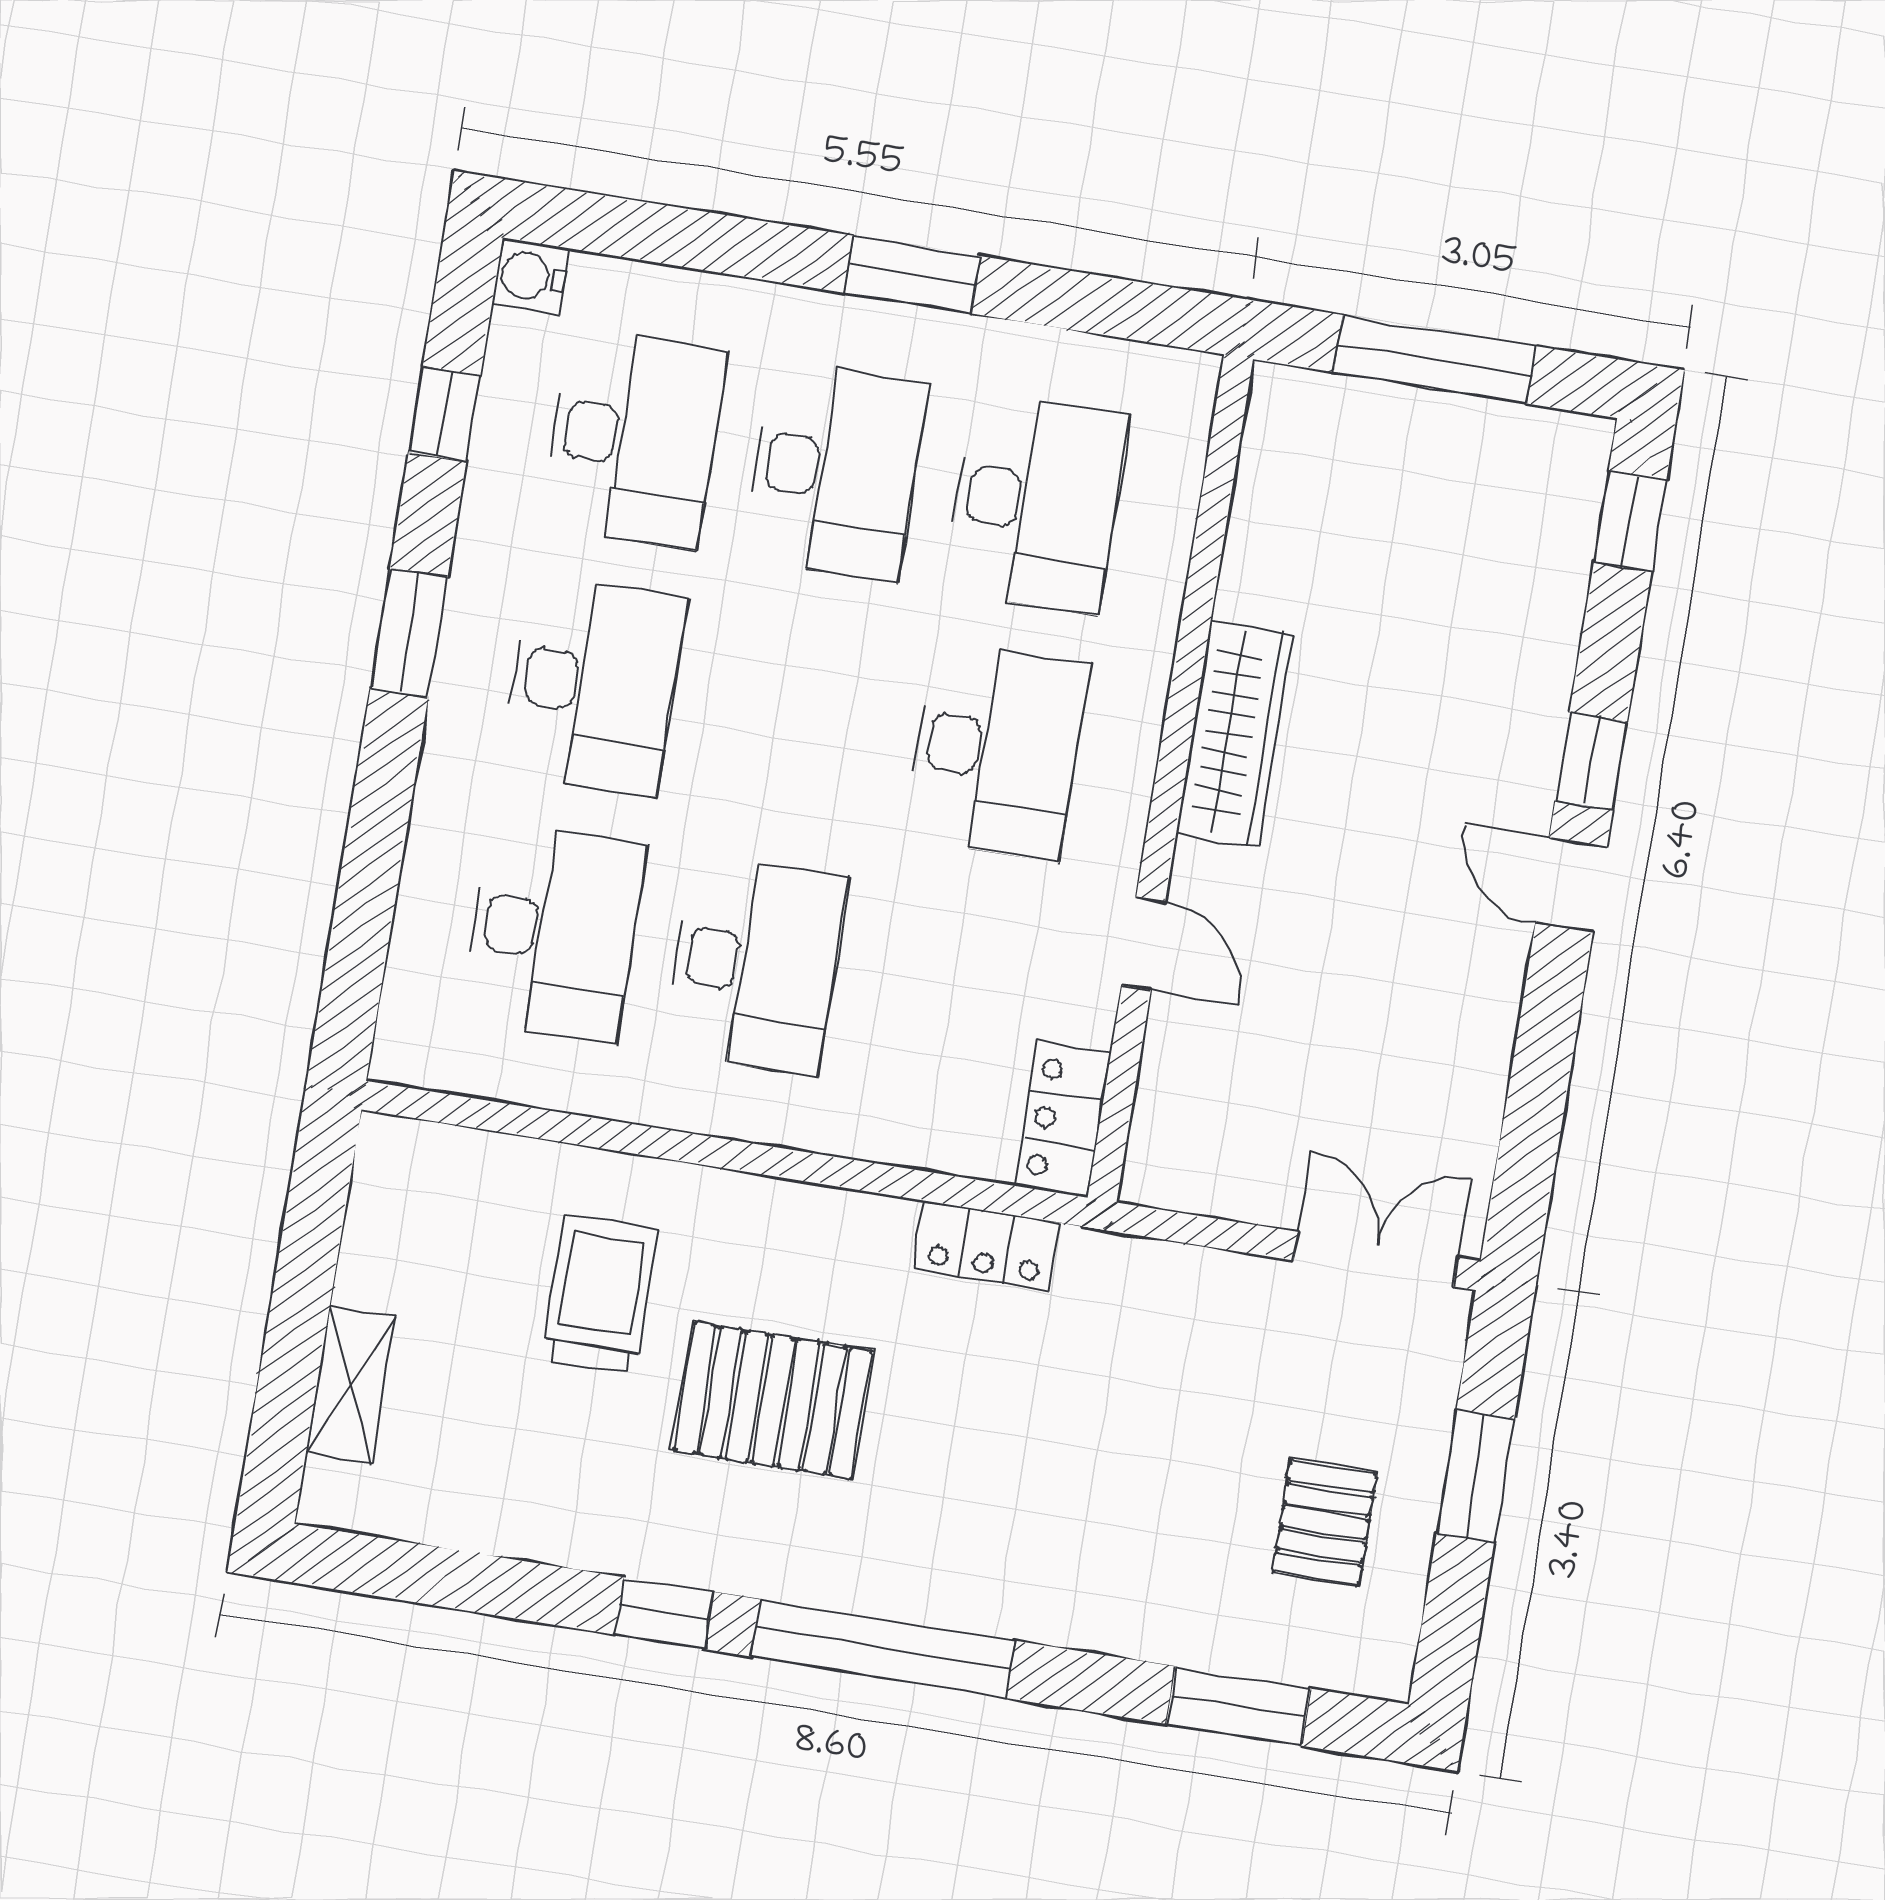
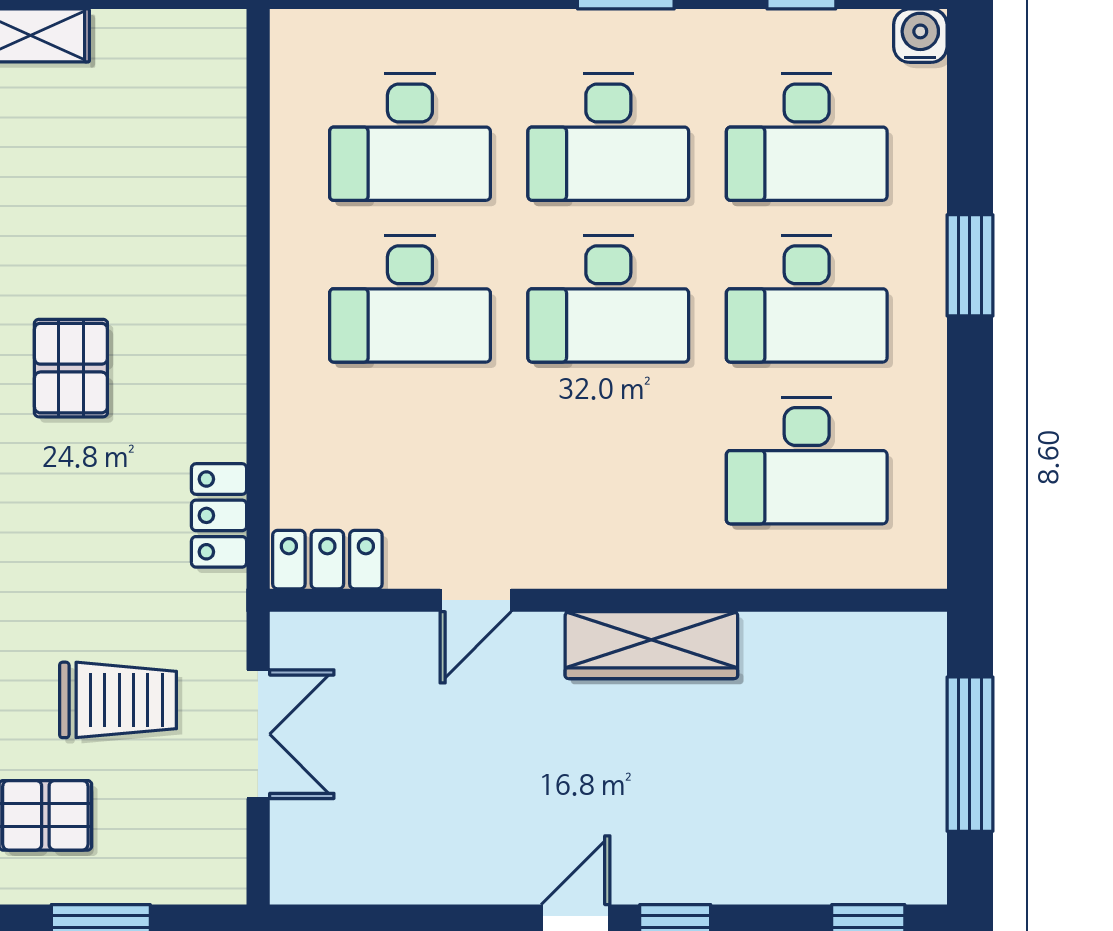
window: (913, 275) -> (970, 265), moved
desk: (996, 750) -> (608, 299), moved
double door: (1376, 1259) -> (258, 734), moved
trolley: (600, 1294) -> (118, 700), moved
pallet: (773, 1401) -> (71, 368), width x0.67, depth x0.71

